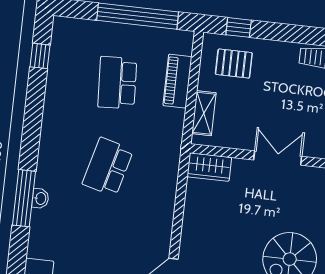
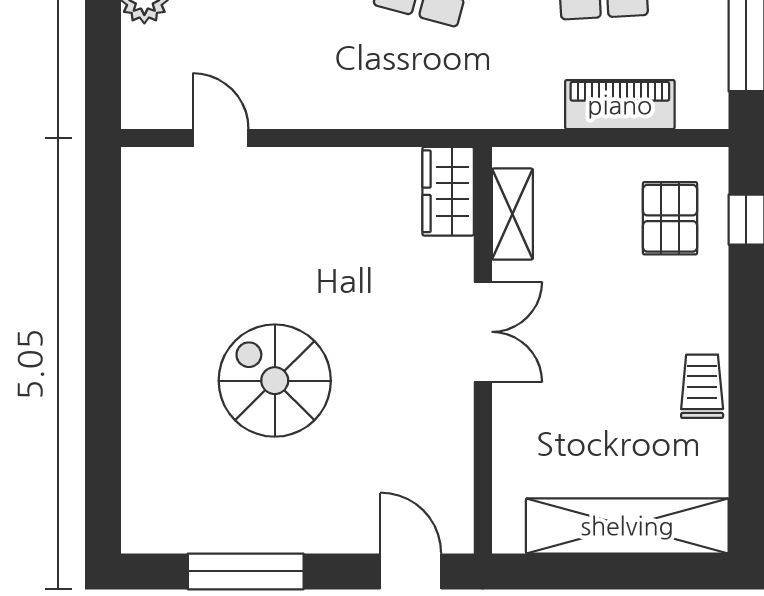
shelving: (204, 113) -> (512, 214), moved, turned 90

